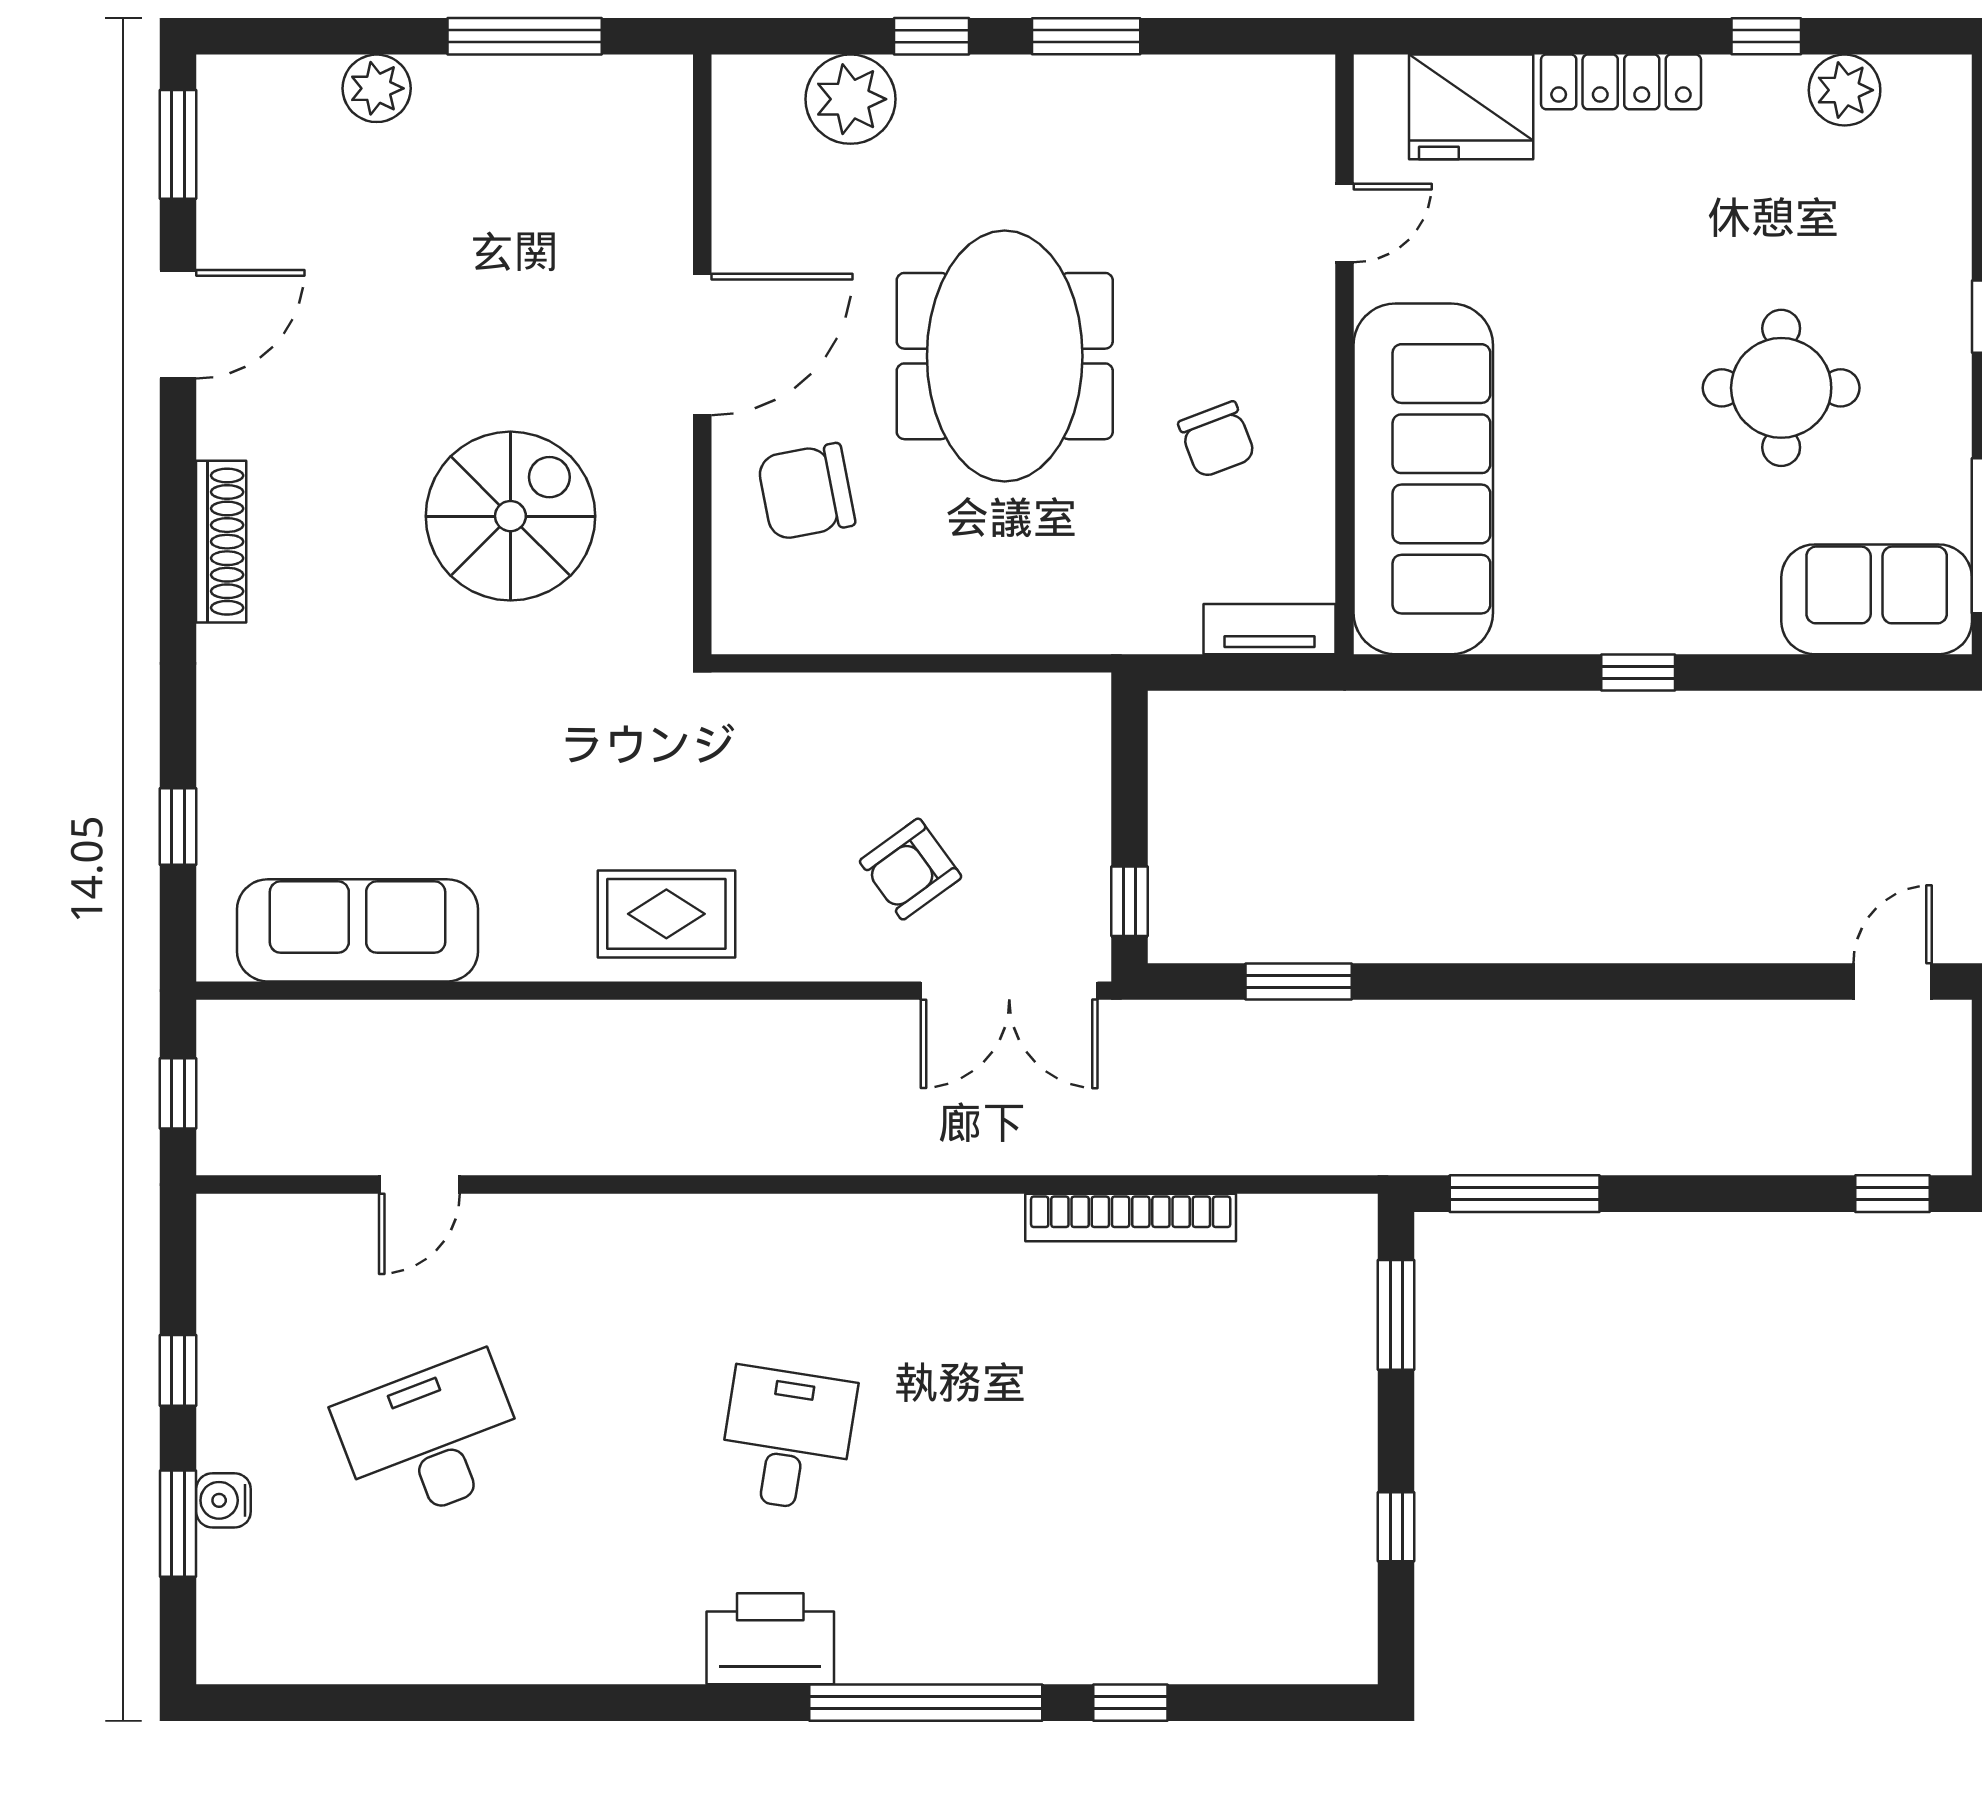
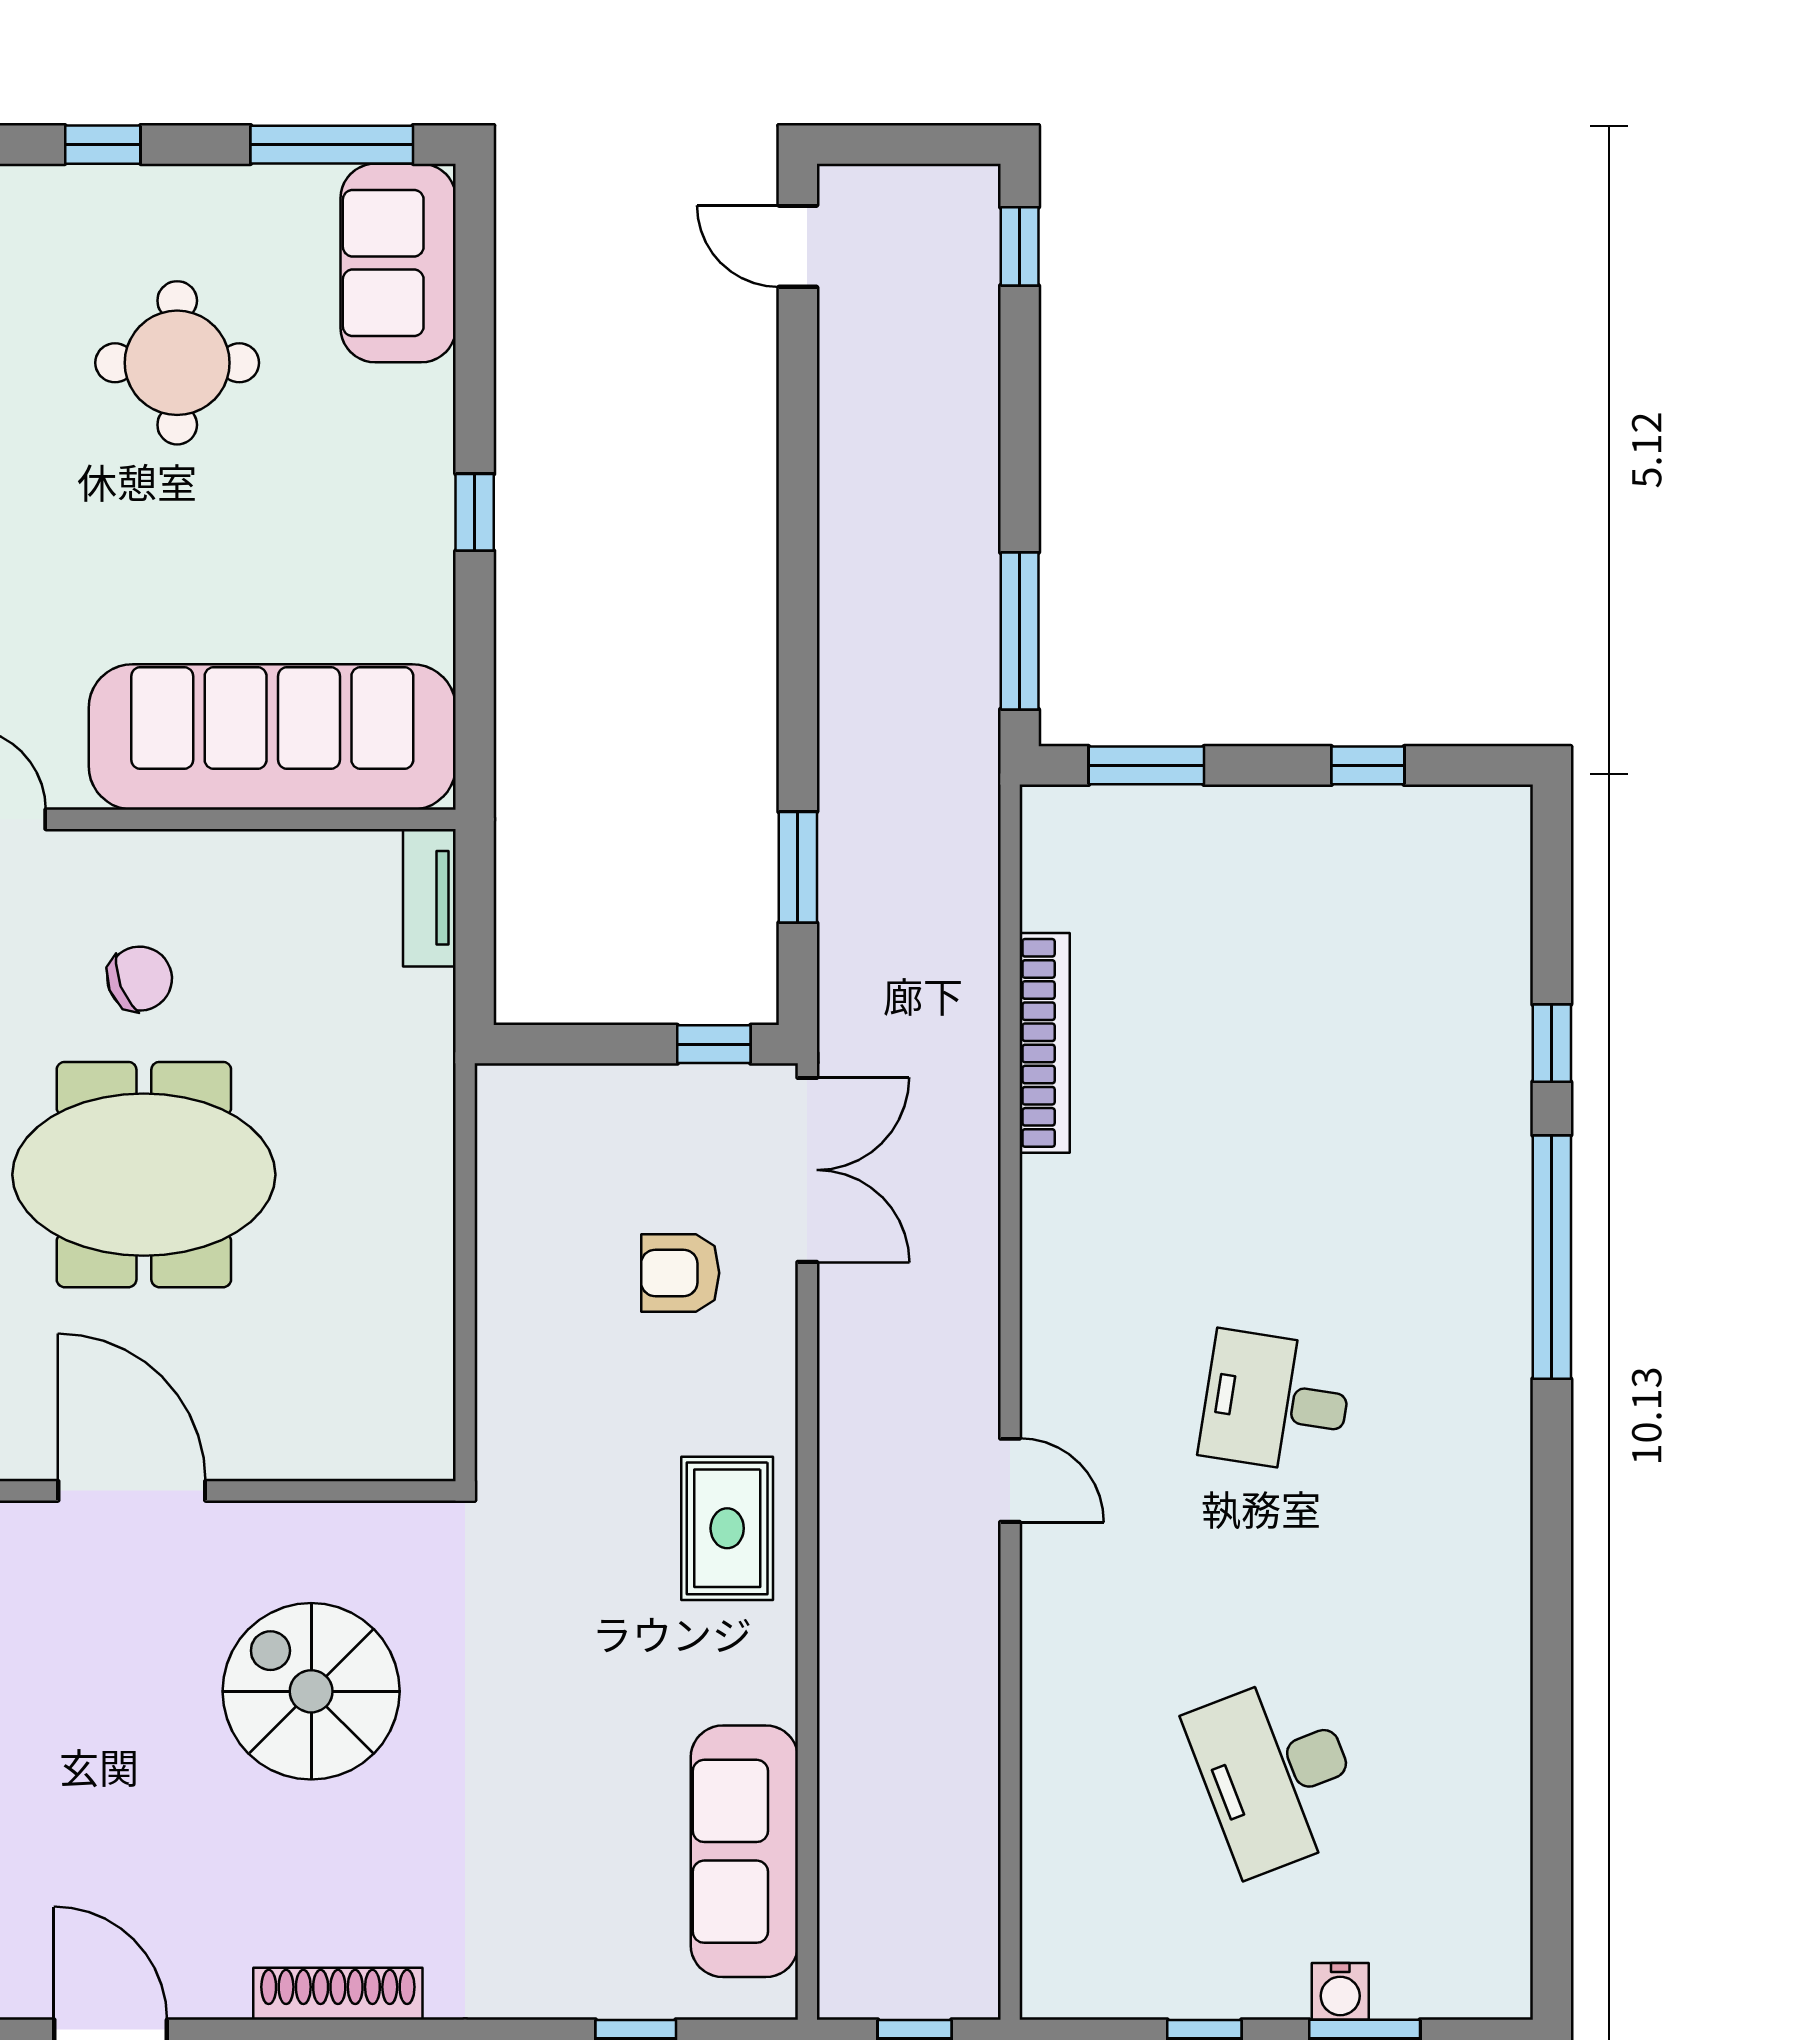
chair: (1217, 440) -> (140, 979), moved
chair: (806, 492) -> (286, 1382), removed
armchair: (911, 869) -> (680, 1273), turned 126
door: (419, 1185) -> (1010, 1480), moved
printer: (770, 1639) -> (1485, 1420), removed

